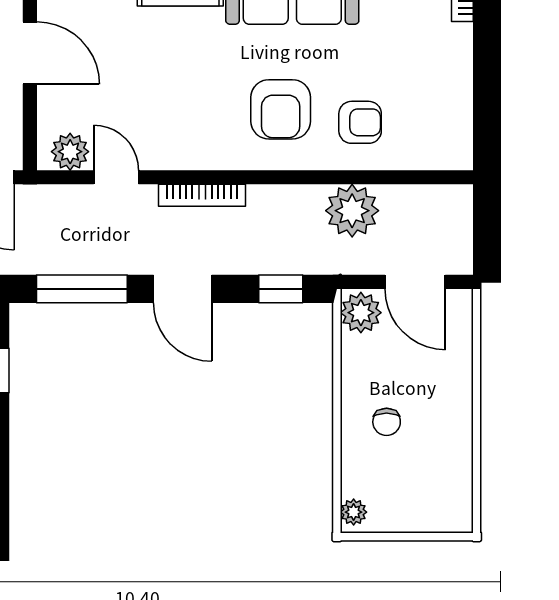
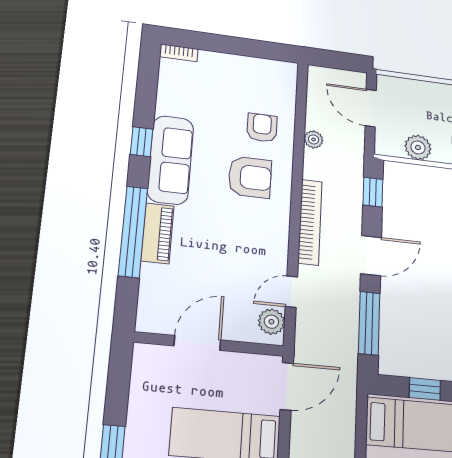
bookcase: (202, 195) -> (310, 222), width x1.48, depth x1.31
plant: (352, 211) -> (314, 139), width x0.53, depth x0.53
door: (415, 282) -> (371, 108), swing flipped
plant: (361, 313) -> (418, 147), moved

